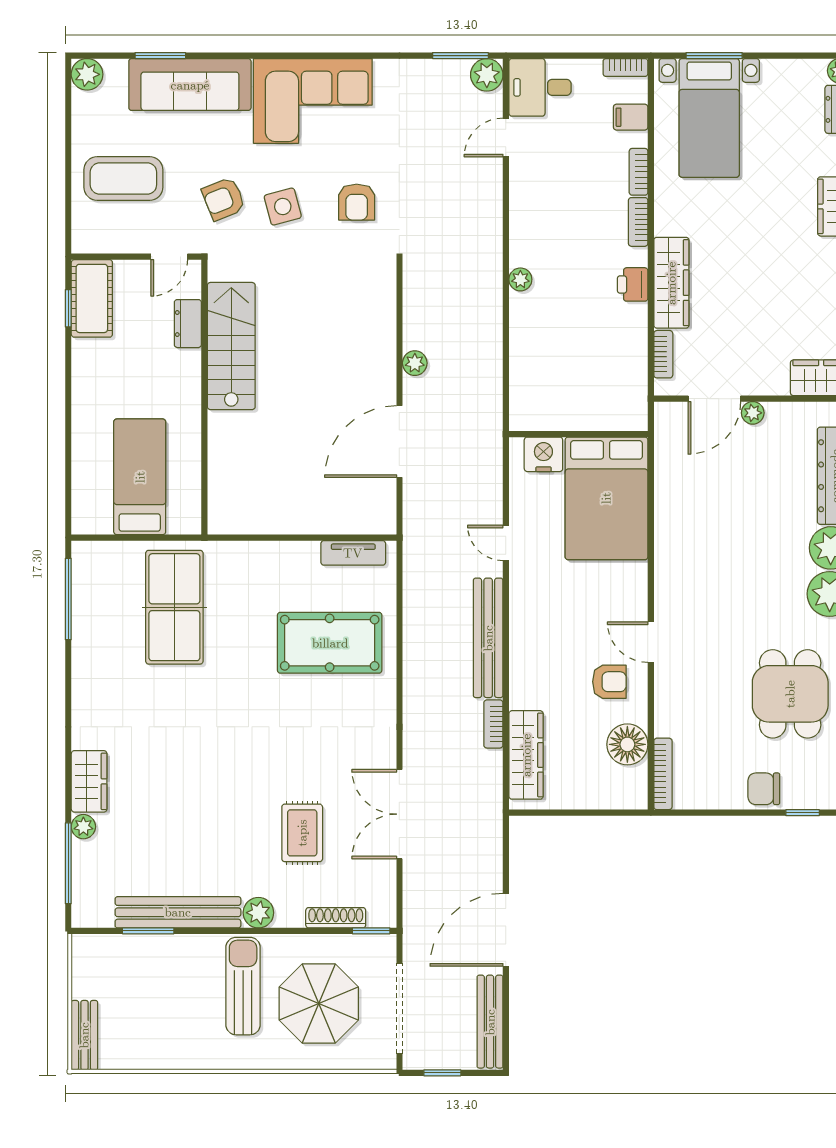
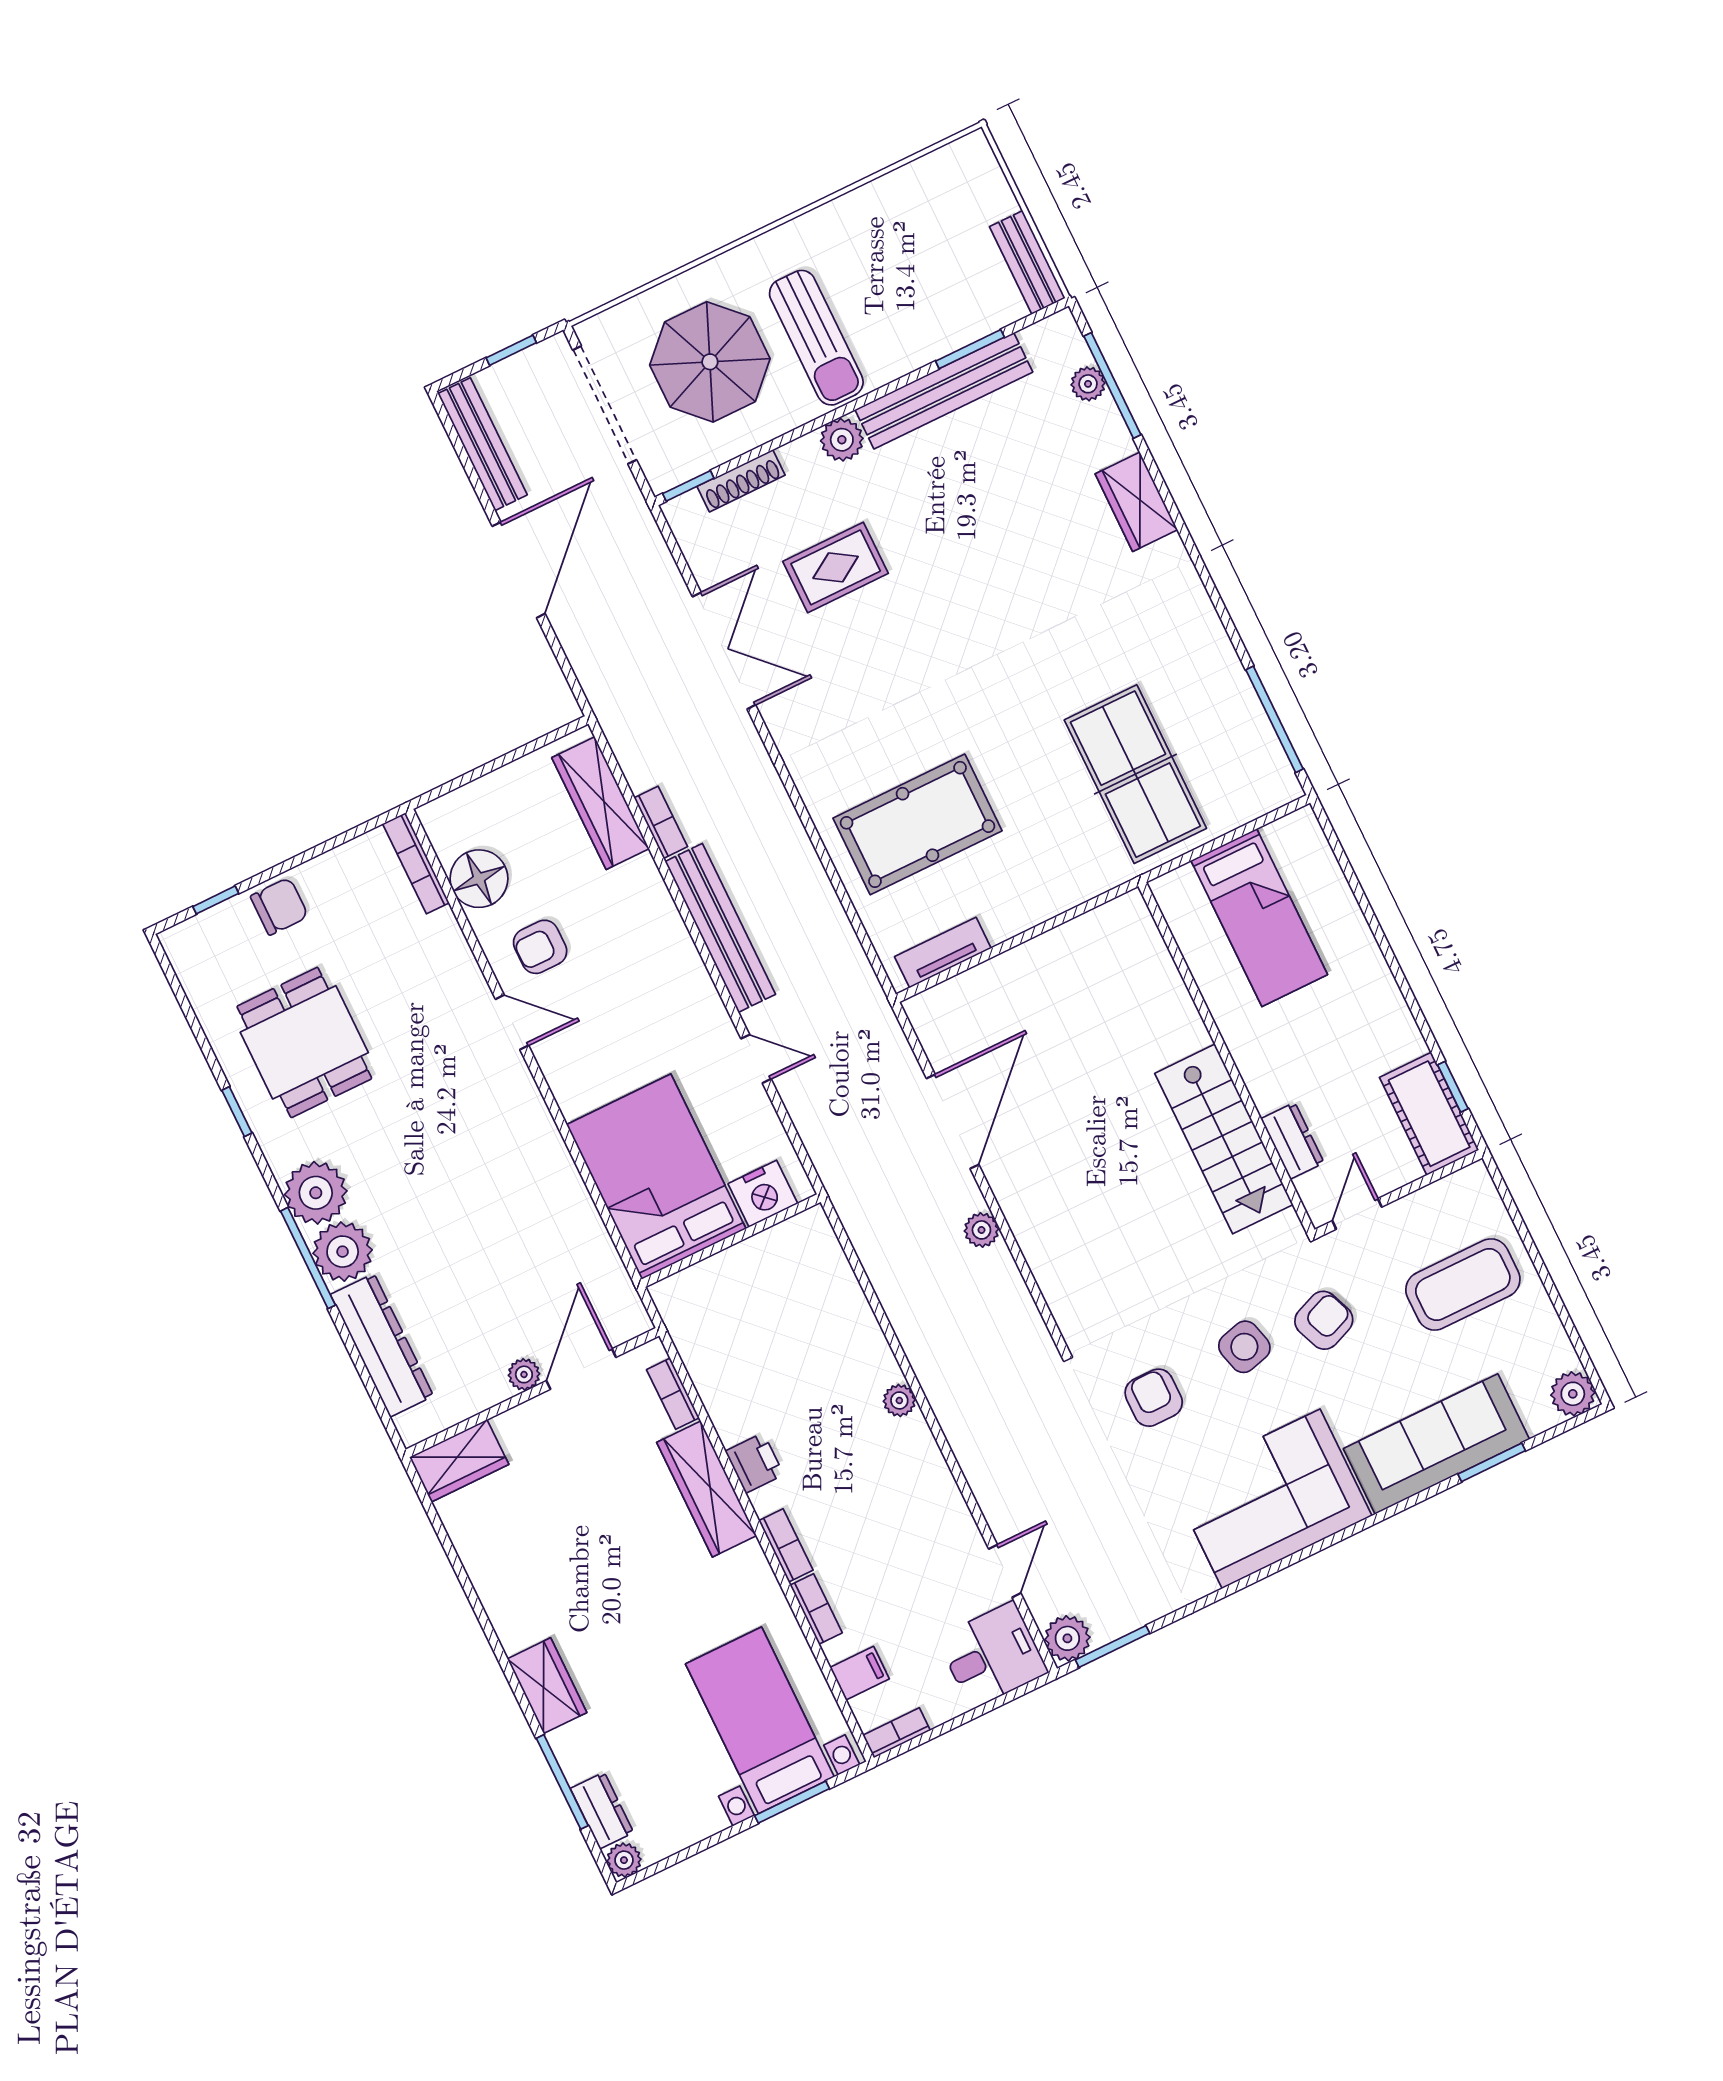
plant: (83, 827) -> (1088, 384), moved
rug: (302, 833) -> (836, 567), turned 90
bench: (84, 1035) -> (1027, 262), moved

